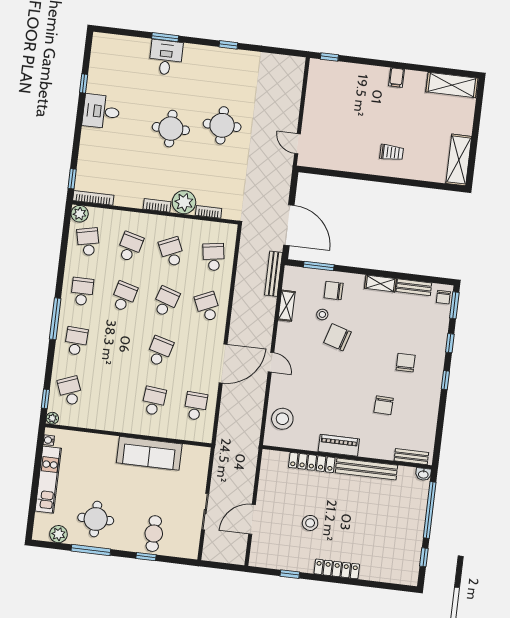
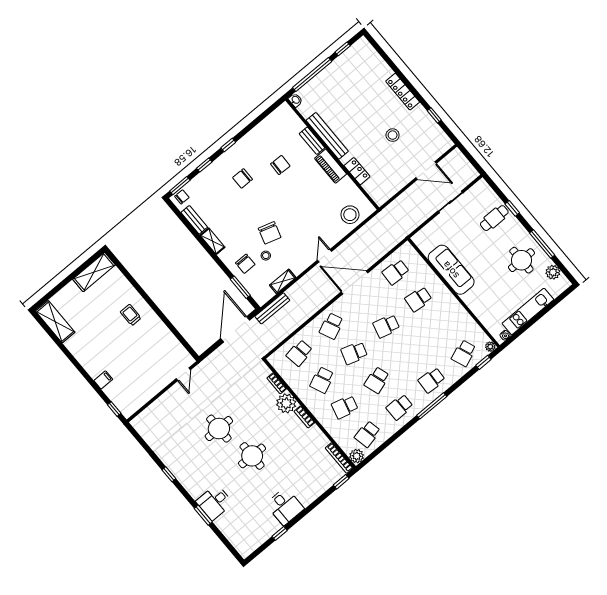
filing cabinet: (396, 78) -> (103, 380), moved
school desk: (124, 297) -> (377, 380), turned -33
bench: (411, 457) -> (312, 141), moved
locker: (312, 462) -> (357, 171), width x0.66

